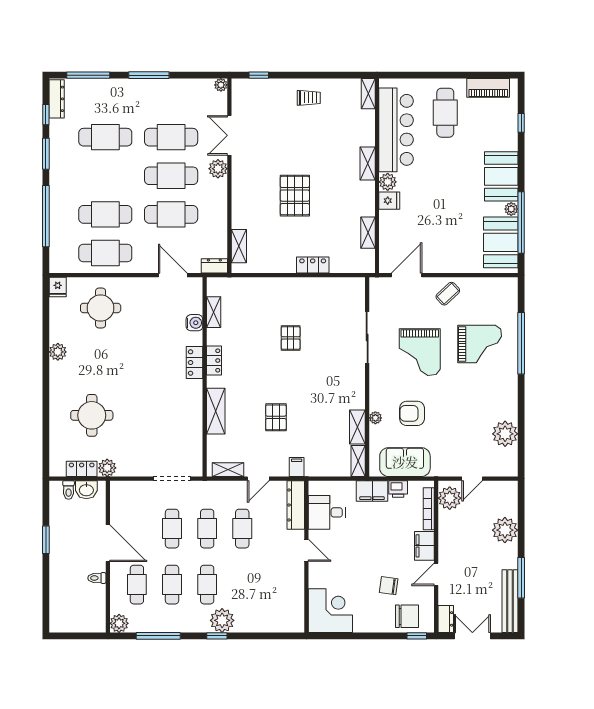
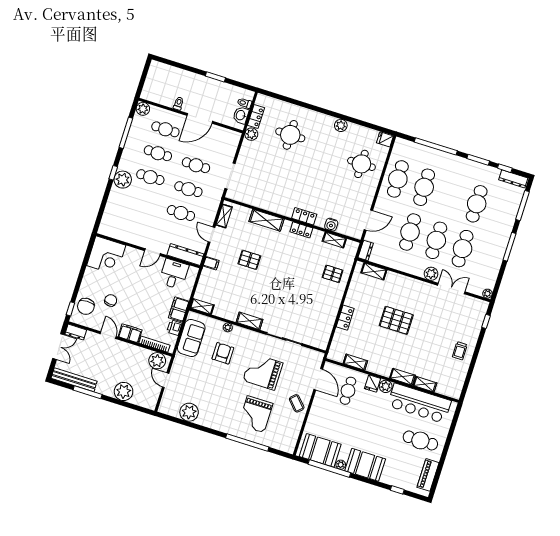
shelving: (368, 94) -> (425, 384), moved
cafe table: (409, 230) -> (348, 391), added
pallet: (291, 338) -> (333, 274), moved
shelving: (357, 427) -> (249, 321), moved

